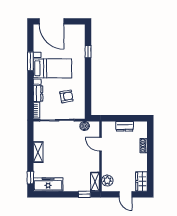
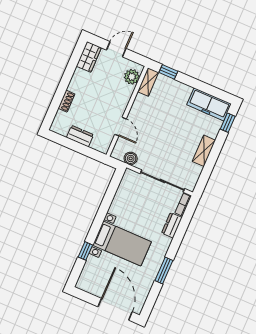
bed with nightstands: (52, 68) -> (122, 243), moved, turned 180
armchair: (66, 96) -> (137, 206), removed
door: (126, 194) -> (116, 49), hinge flipped

